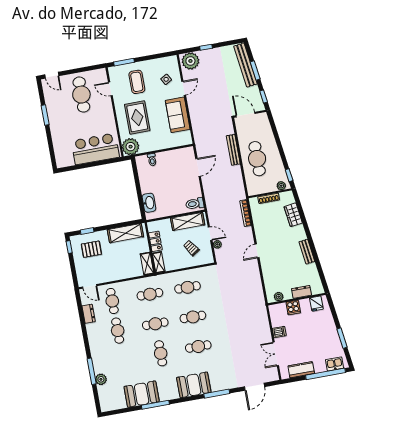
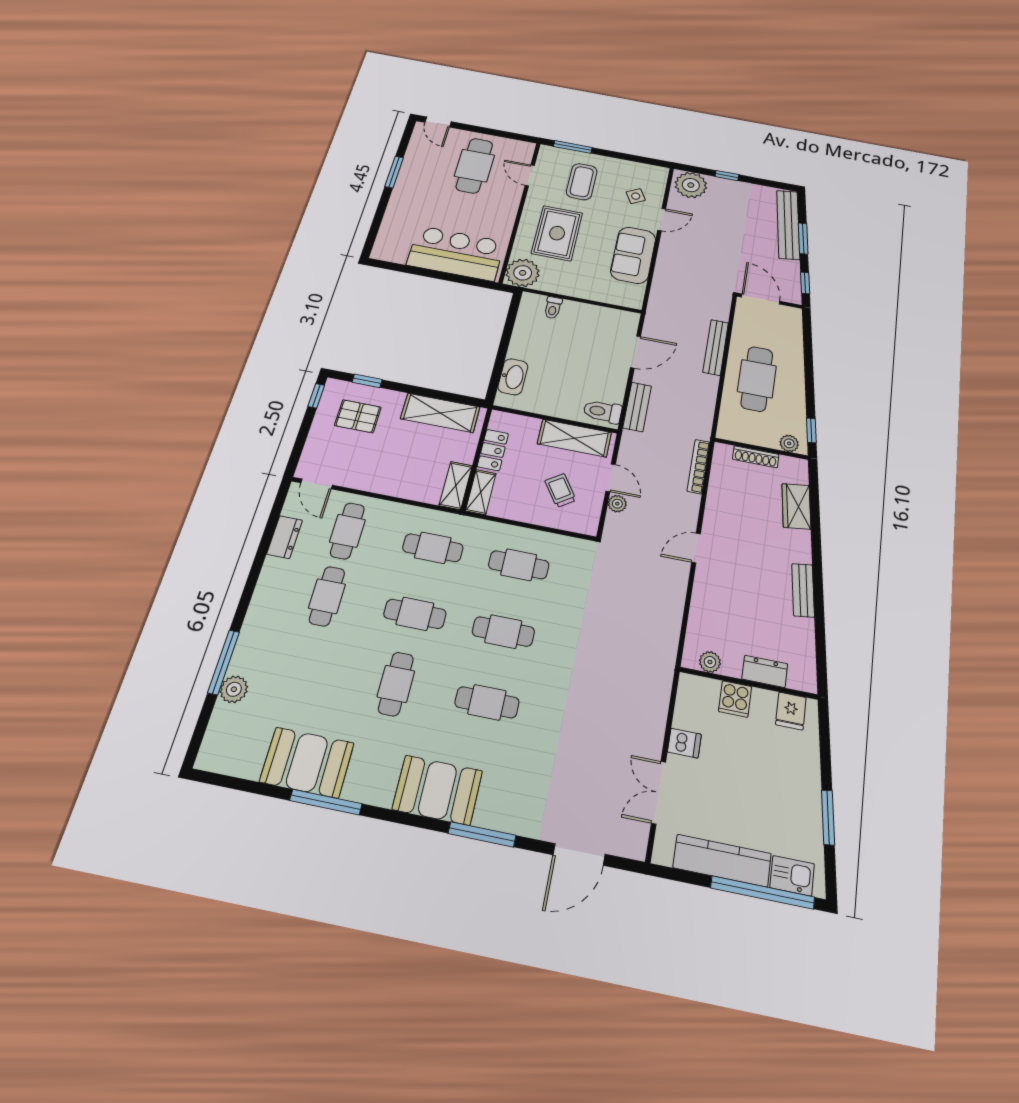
bench: (209, 195) -> (637, 407), added
kitchen counter: (301, 370) -> (722, 861), width x1.50

